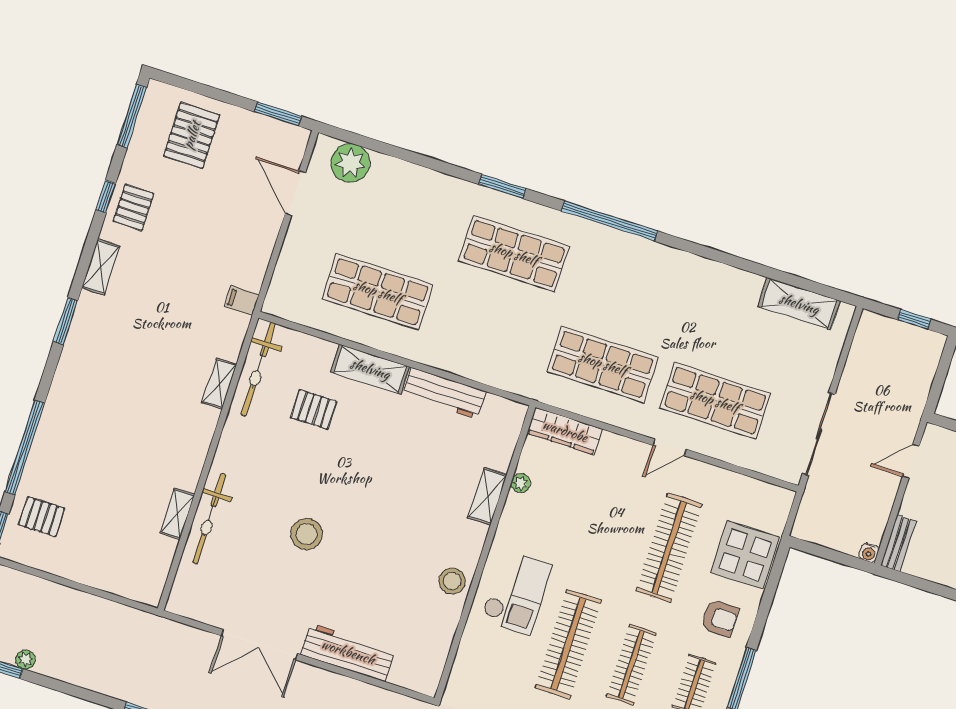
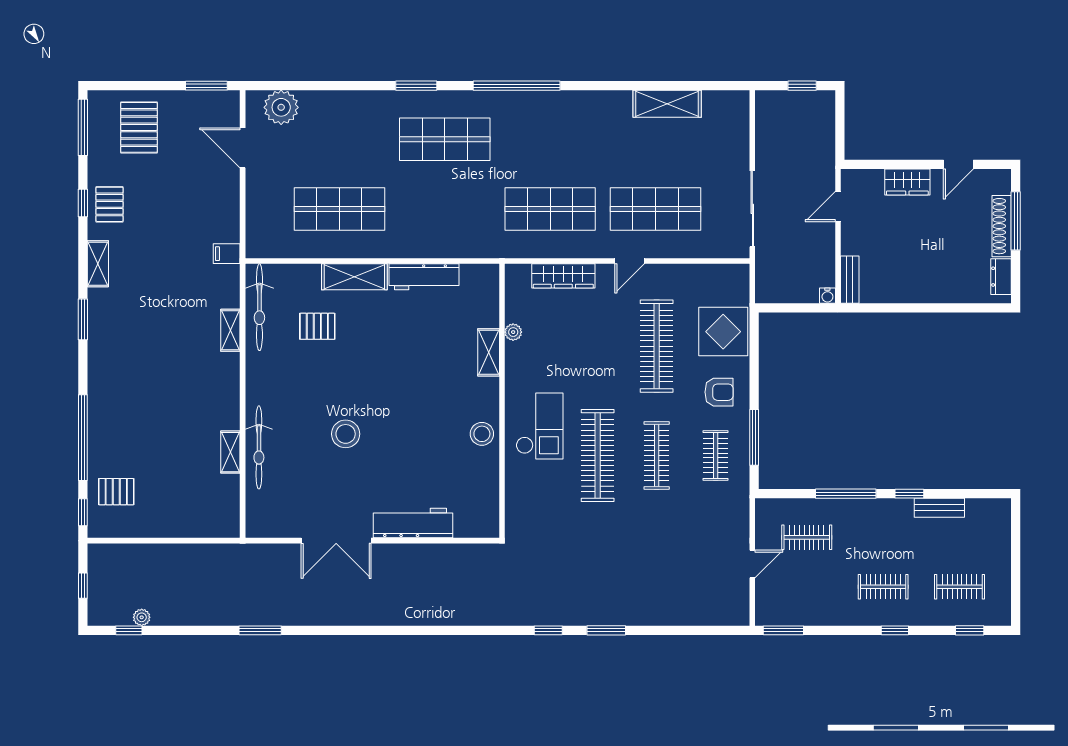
shelving: (799, 304) -> (667, 104), moved
wardrobe: (565, 431) -> (563, 276), moved

